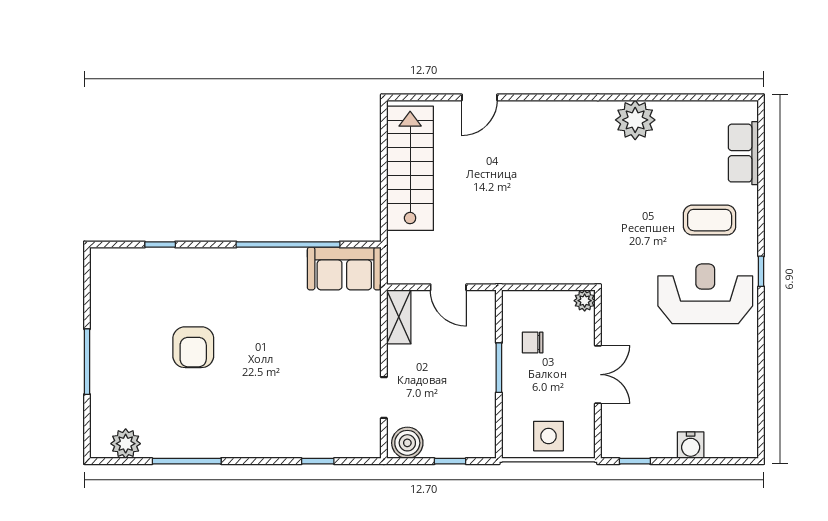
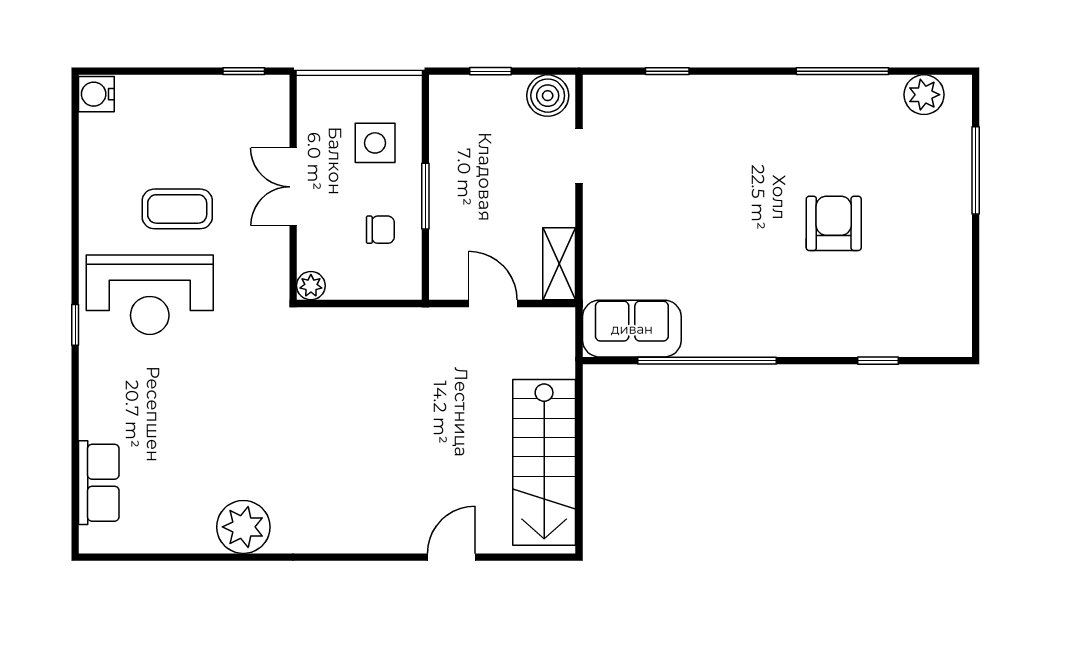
coffee table: (710, 220) -> (177, 209), moved
window: (87, 362) -> (976, 170), moved
side table: (549, 436) -> (375, 143), moved
water cooler: (691, 445) -> (96, 94), moved, turned -90

